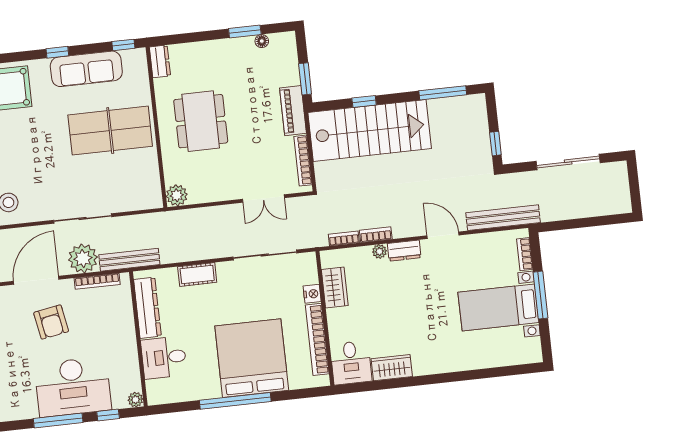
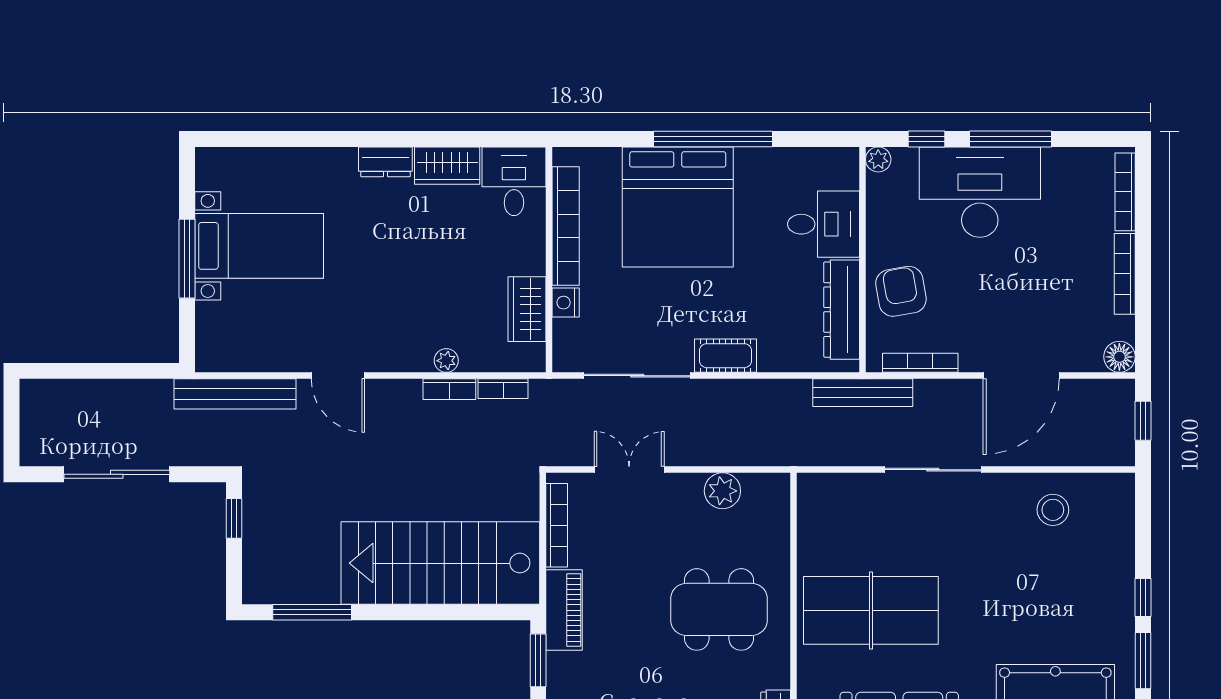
window: (364, 101) -> (444, 612), removed
dining table: (201, 121) -> (719, 609), turned 90
plant: (177, 195) -> (722, 491), moved
dresser: (404, 251) -> (385, 162), moved, turned 180
bookcase: (525, 254) -> (206, 330), removed
plant: (83, 258) -> (940, 403), removed
cot: (197, 275) -> (726, 356), moved
armchair: (51, 322) -> (901, 291), moved

